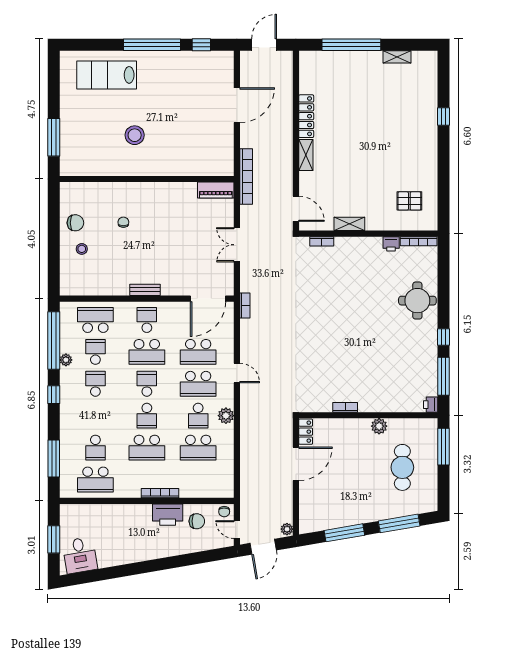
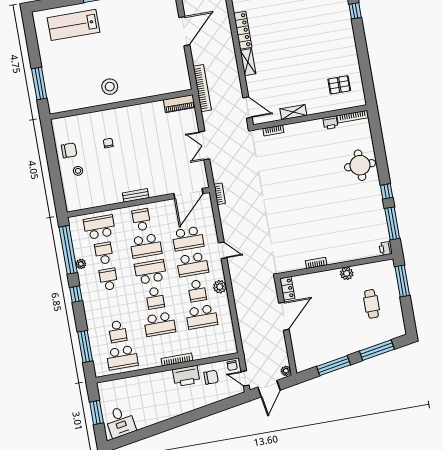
stool: (135, 135) -> (110, 87), moved
school desk: (147, 384) -> (150, 272), width x1.85
cafe table: (402, 467) -> (372, 304), width x0.73, depth x0.74

